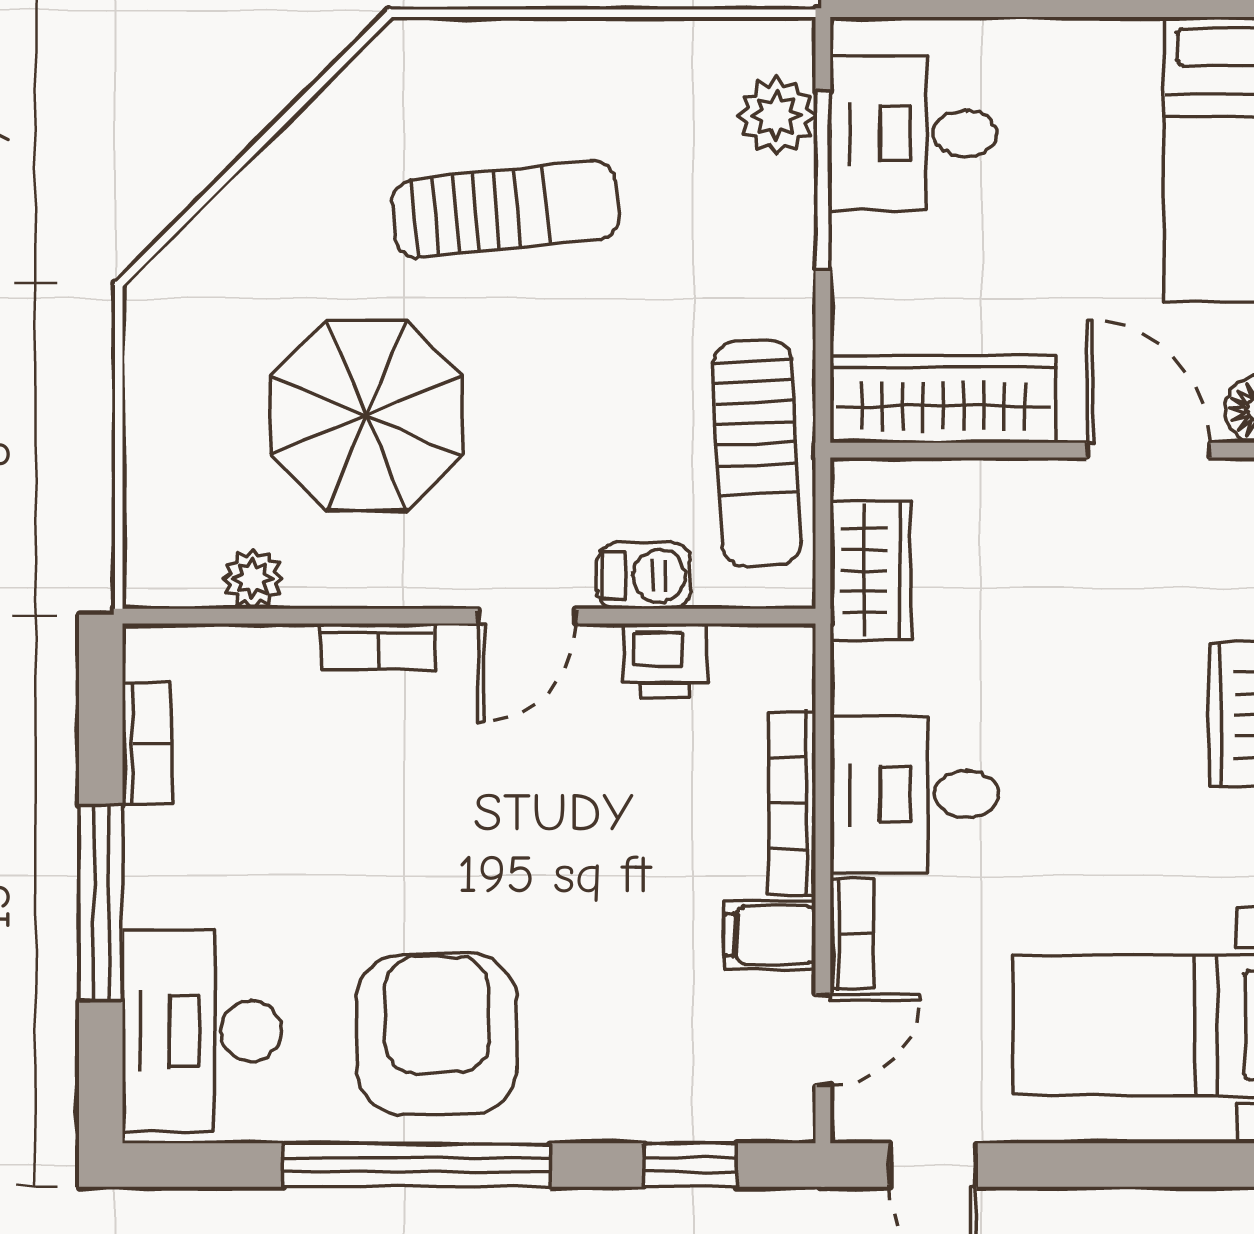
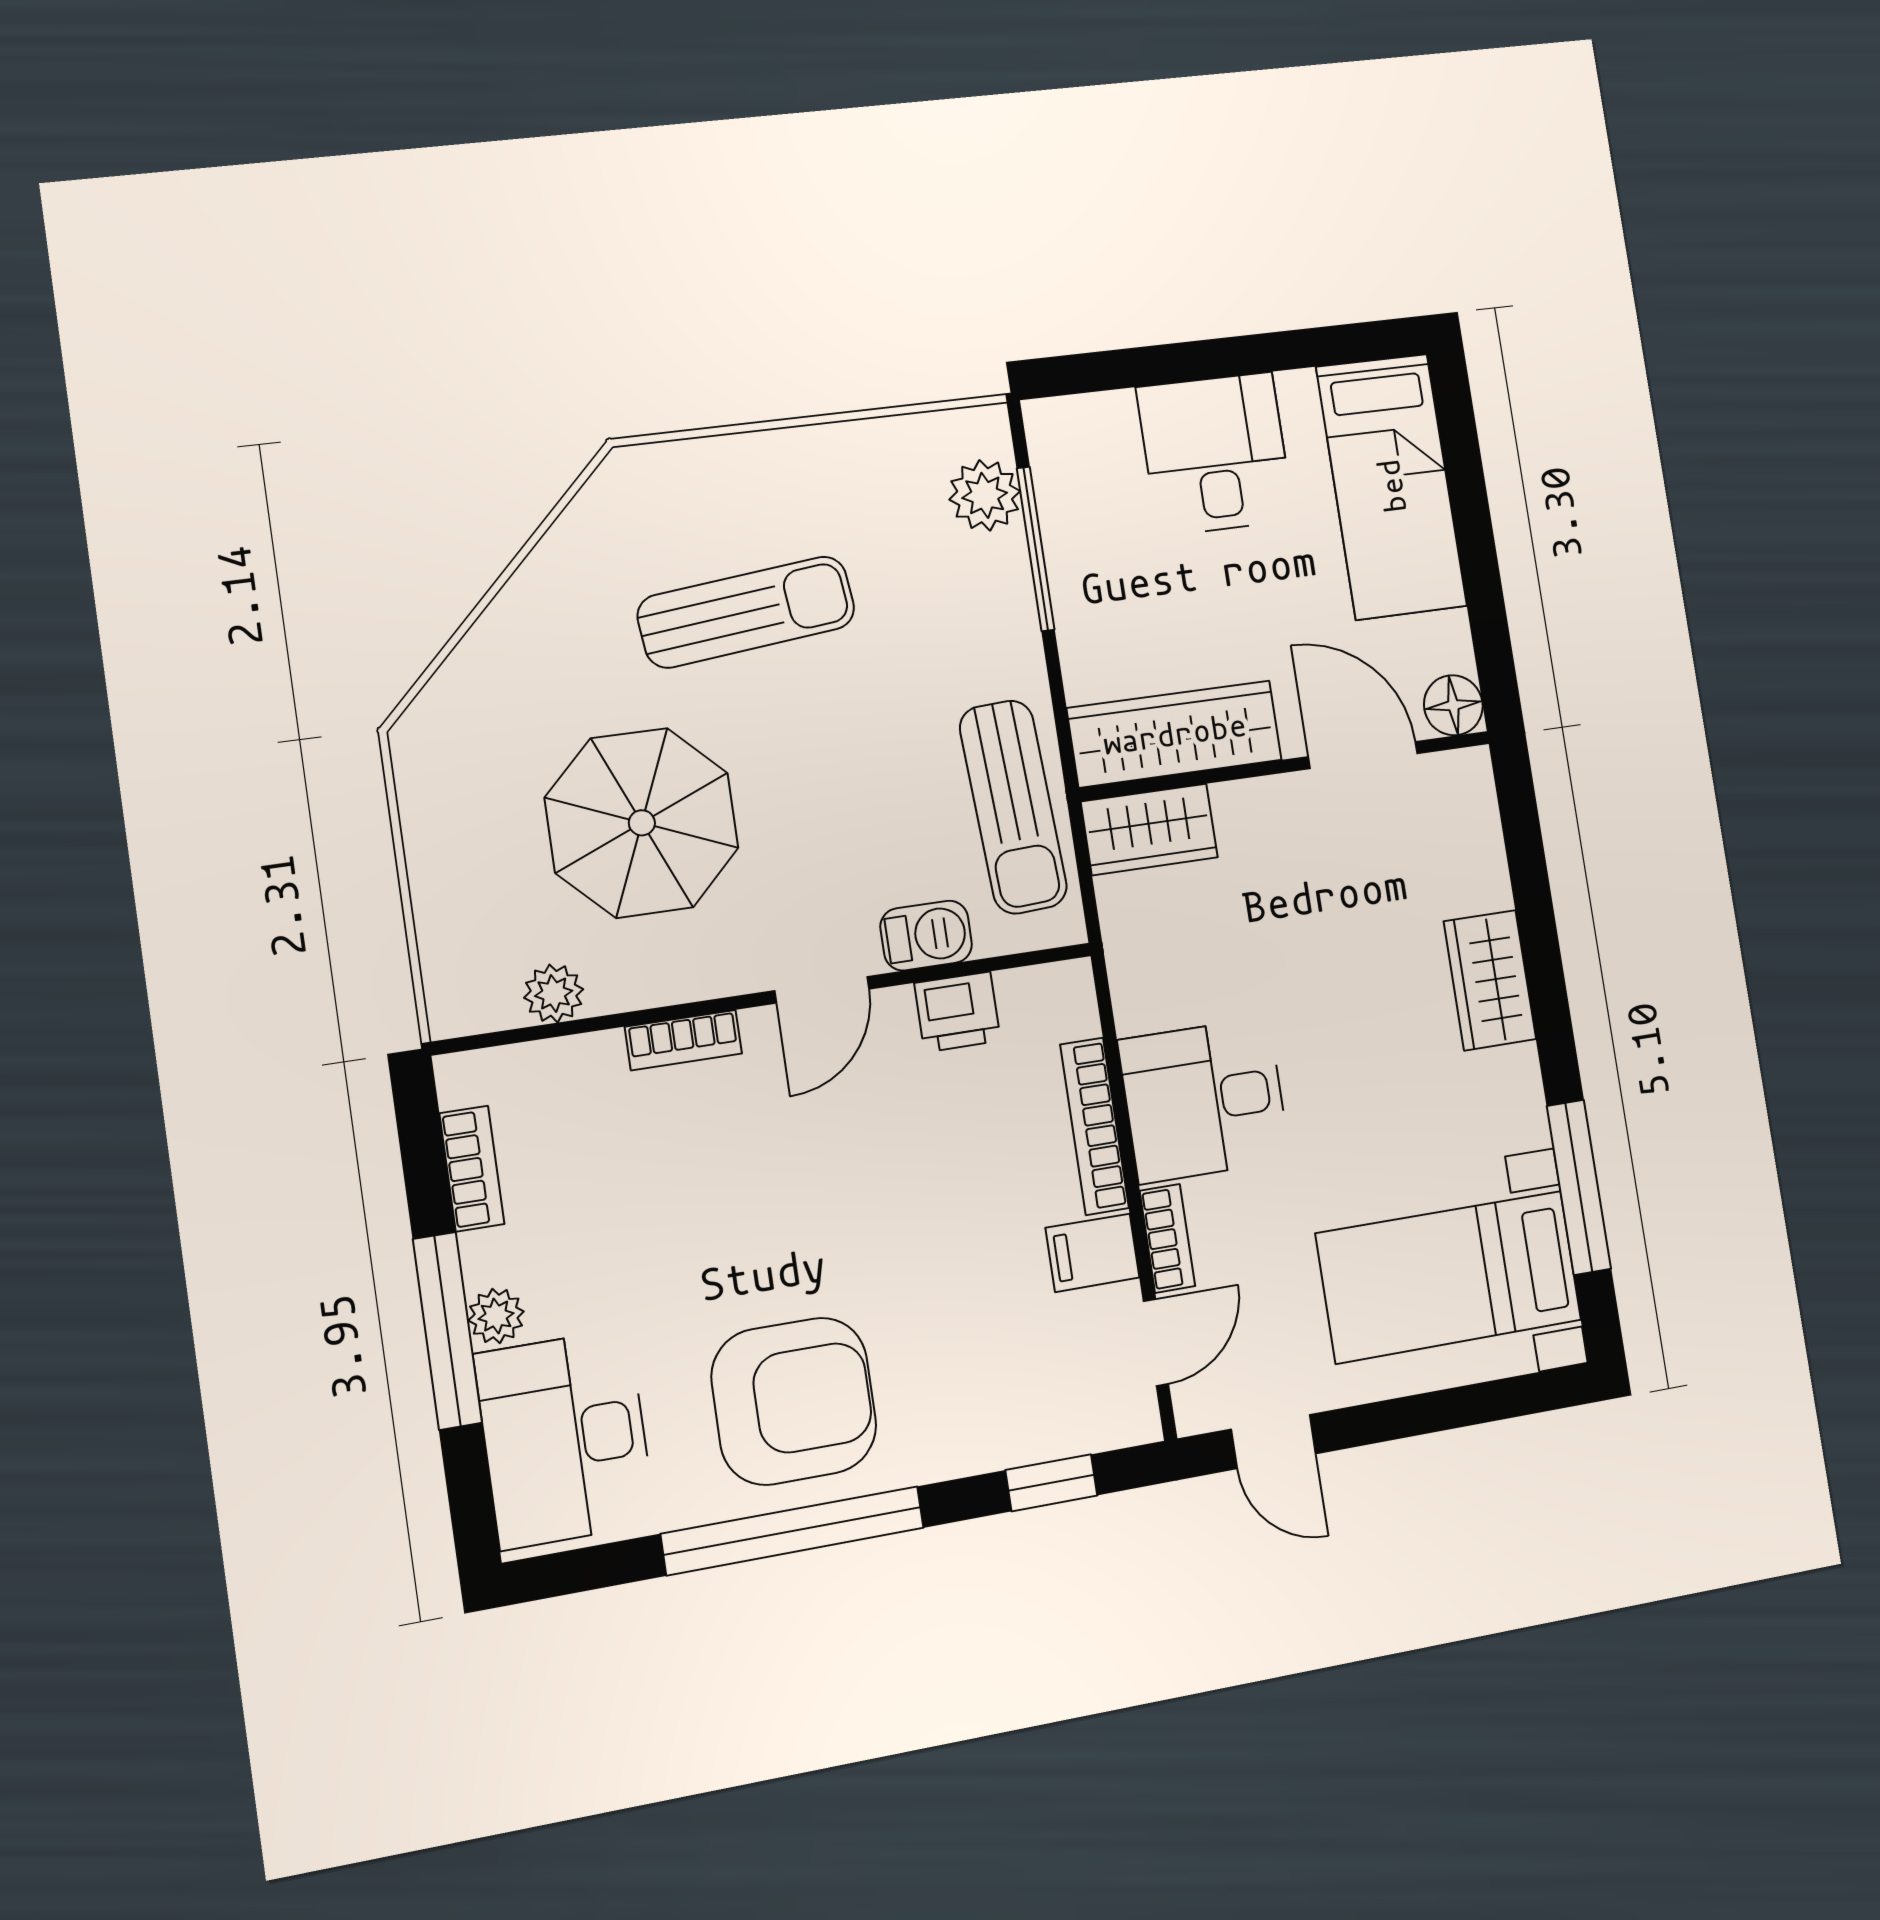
desk: (913, 134) -> (1215, 454), moved, turned 90
wardrobe: (870, 570) -> (1149, 829), moved, turned 90
plant: (151, 896) -> (496, 1316), added
armchair: (437, 1034) -> (794, 1401), turned 90

